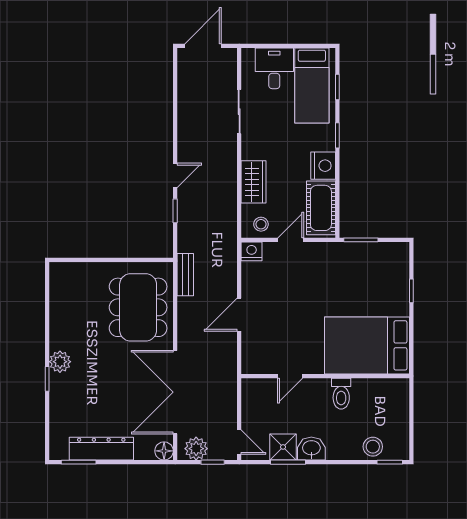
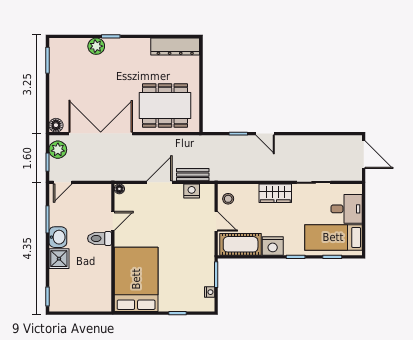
wardrobe: (254, 182) -> (275, 193), moved
nightstand: (384, 249) -> (210, 292), added
nightstand: (252, 251) -> (192, 191), moved, turned -90
bench: (185, 275) -> (193, 175), moved
door: (239, 315) -> (159, 182), hinge flipped
plant: (60, 362) -> (96, 46), moved
floor lamp: (248, 367) -> (119, 189), added
door: (290, 376) -> (113, 221), swing flipped
toilet: (341, 394) -> (99, 238), moved
shower: (283, 447) -> (59, 259), moved
stool: (373, 447) -> (59, 284), removed
dresser: (101, 449) -> (175, 47), moved, turned 90

